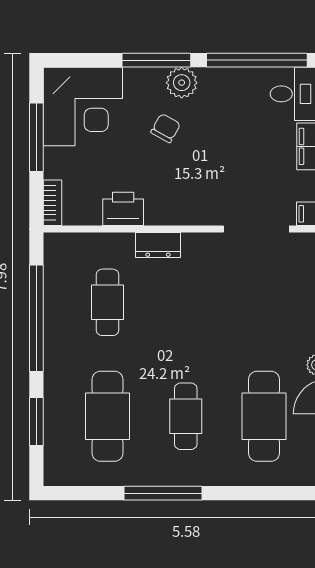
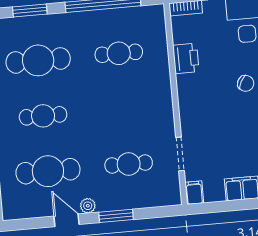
doorway: (256, 229) -> (180, 154), width x0.73
dresser: (158, 245) -> (163, 85), removed
cafe table: (264, 302) -> (129, 164), added

